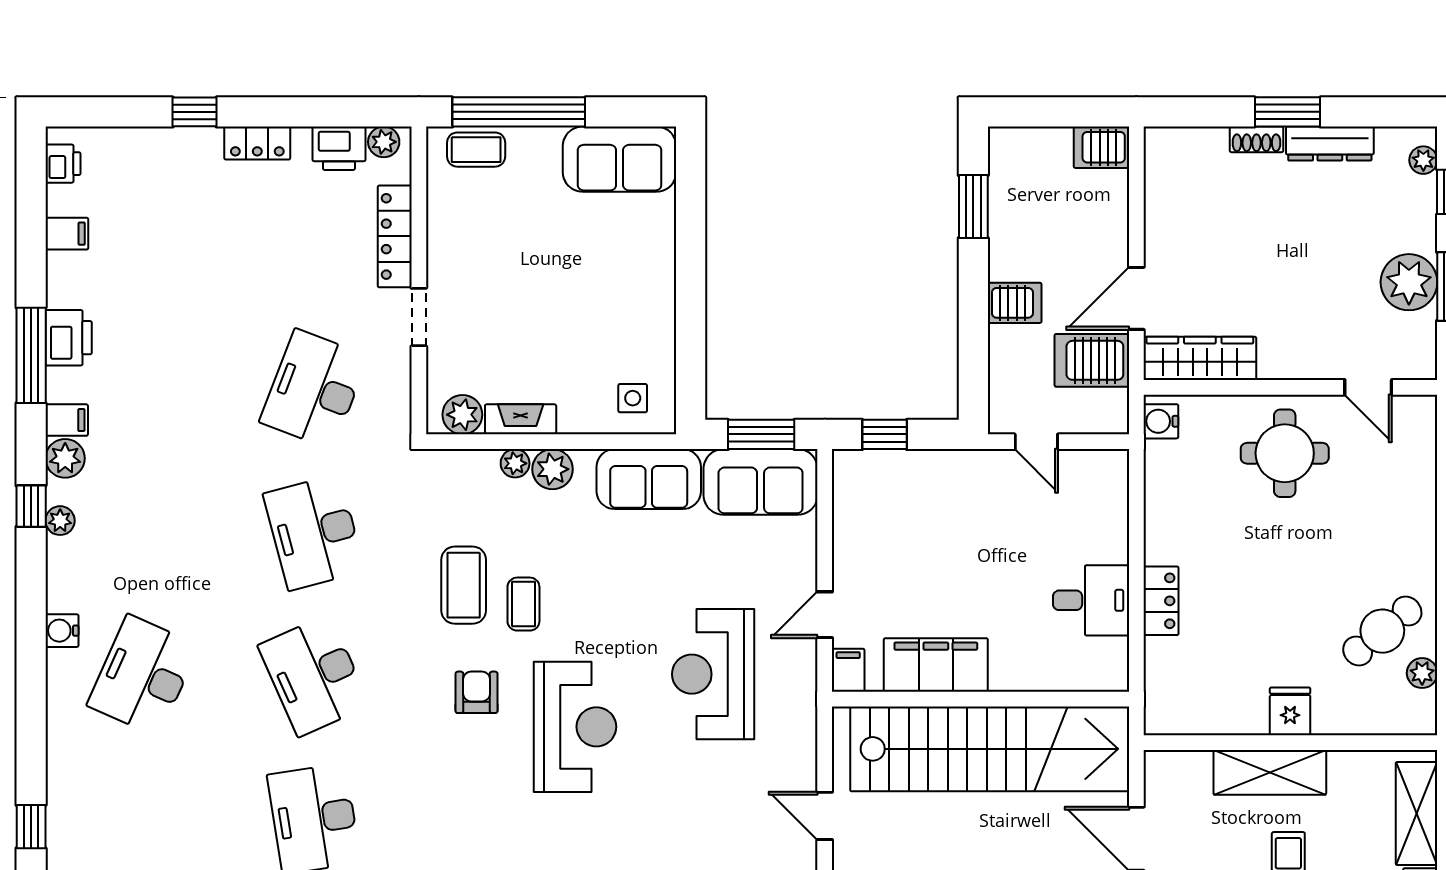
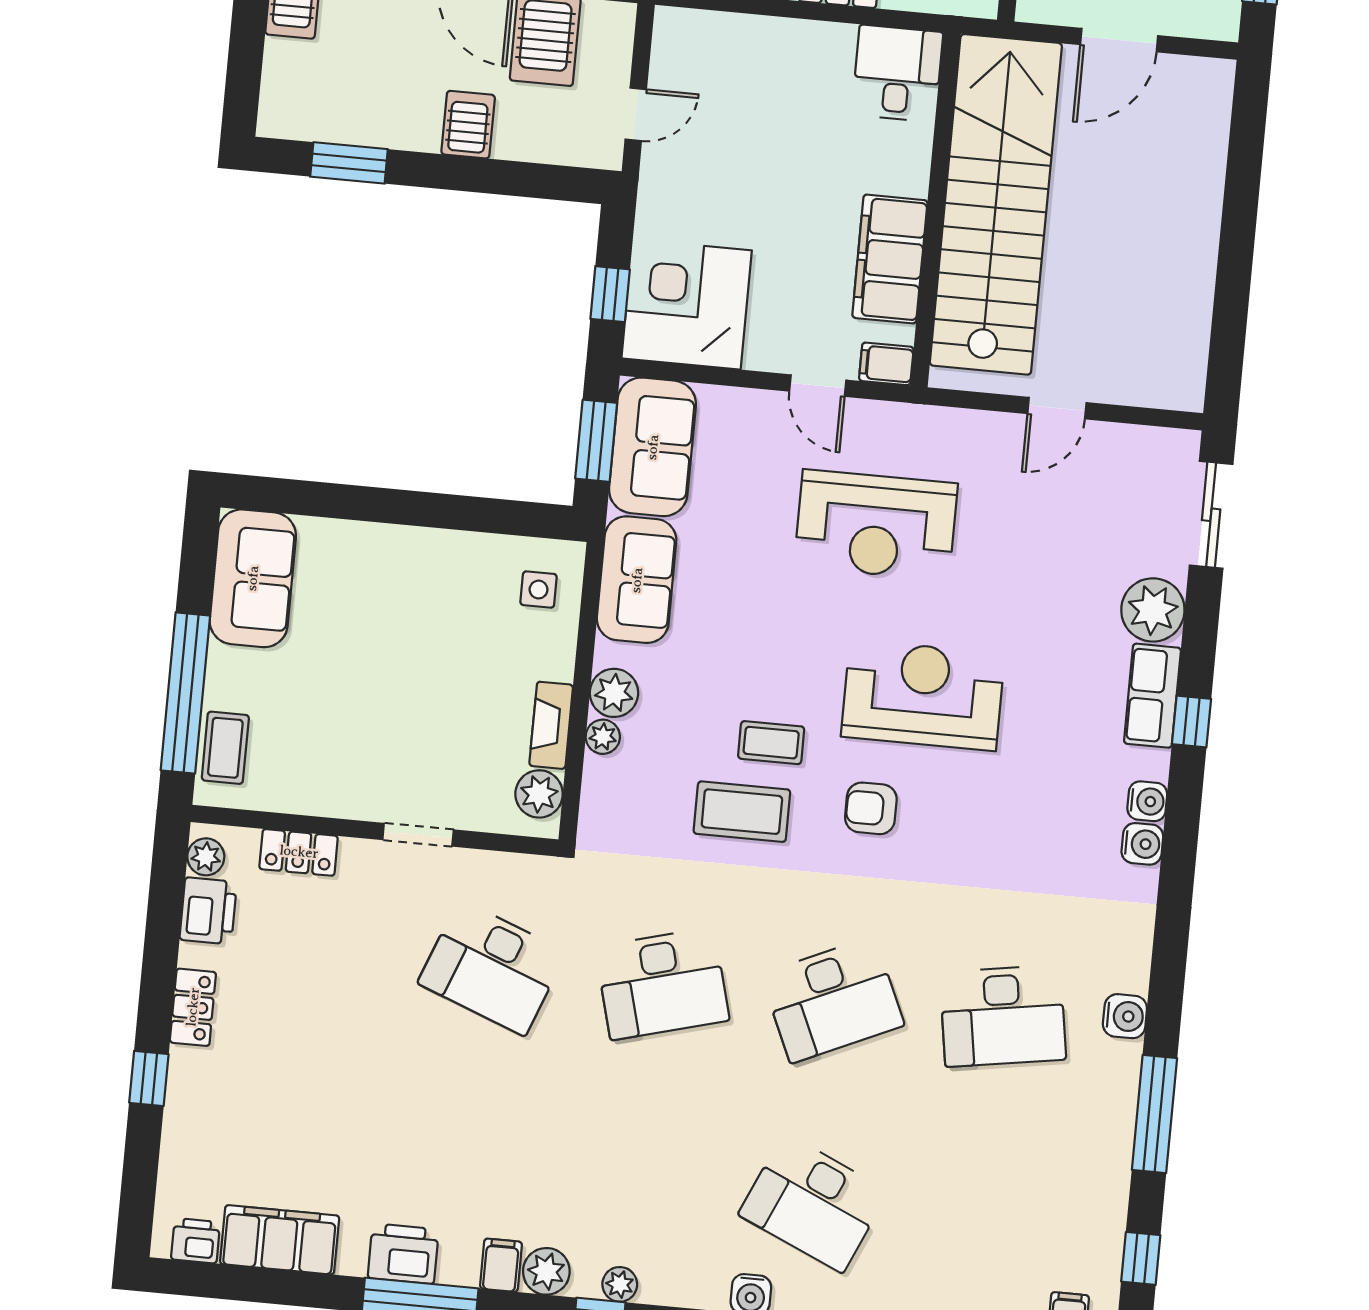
filing cabinet: (67, 234) -> (280, 1240), width x3.00, depth x1.17
locker: (395, 236) -> (299, 852), width x0.66
corner desk: (882, 499) -> (687, 304), added
desk: (1091, 600) -> (897, 73), moved

